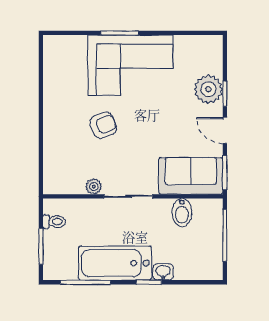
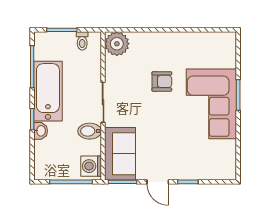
plant: (208, 89) -> (192, 168), removed
armchair: (103, 125) -> (162, 81), turned -69
door: (225, 130) -> (158, 182), swing flipped
plant: (94, 187) -> (117, 44), moved, width x1.87, depth x1.87
washing machine: (206, 211) -> (91, 166), added
bidet: (182, 213) -> (90, 131), moved

